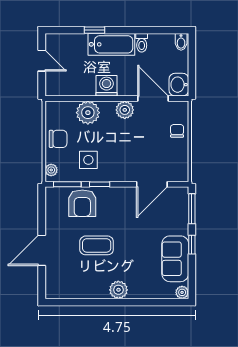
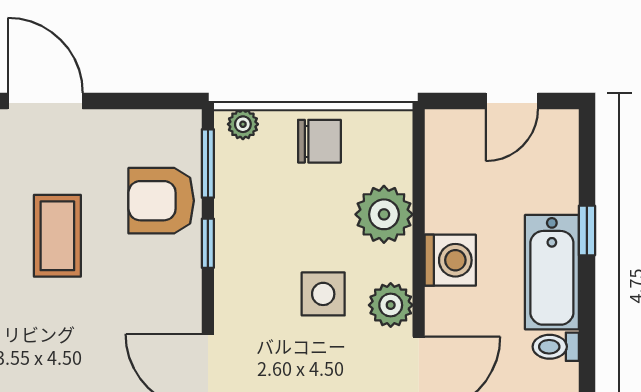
chair: (58, 139) -> (319, 141), turned -90
side table: (88, 160) -> (323, 294), moved

